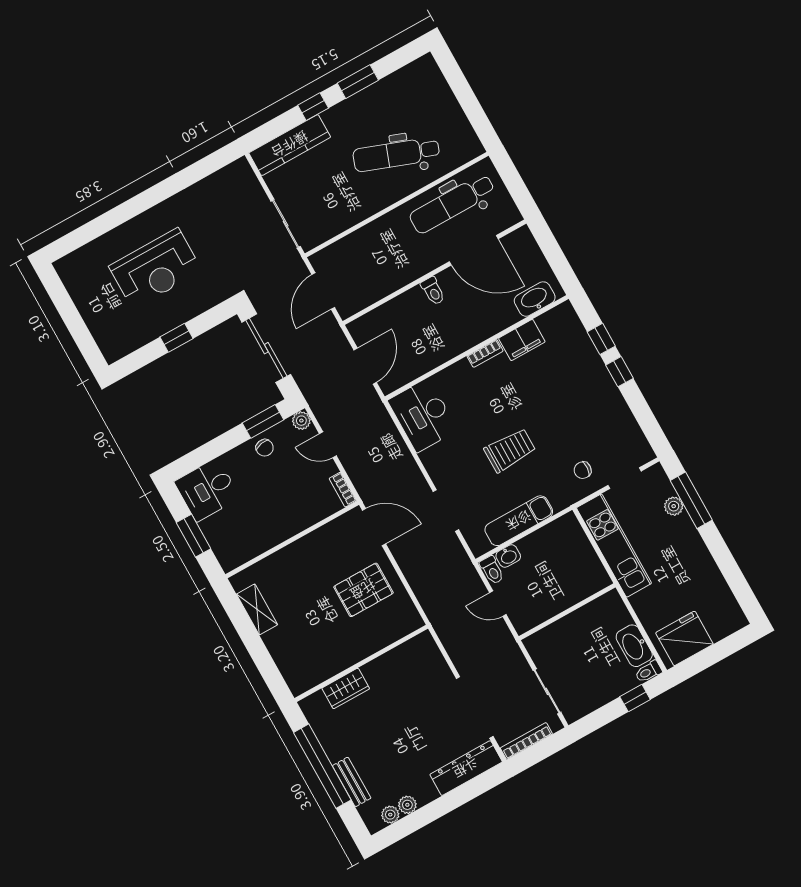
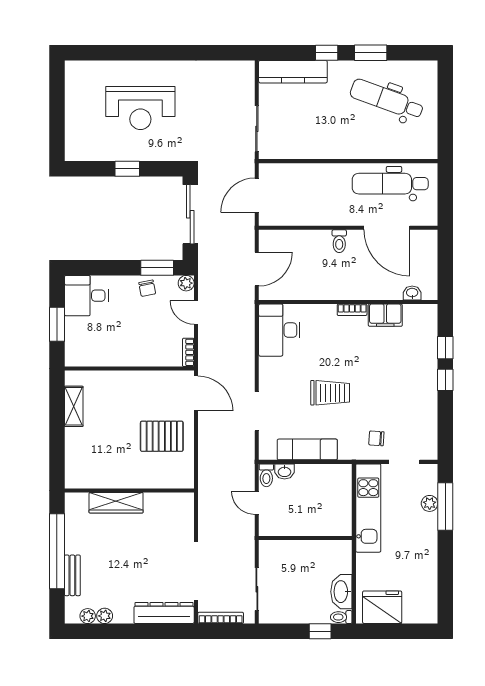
dental chair: (396, 154) -> (387, 99), moved
washbasin: (535, 299) -> (412, 293), width x0.52, depth x0.69
wardrobe: (346, 688) -> (116, 503), width x1.50

